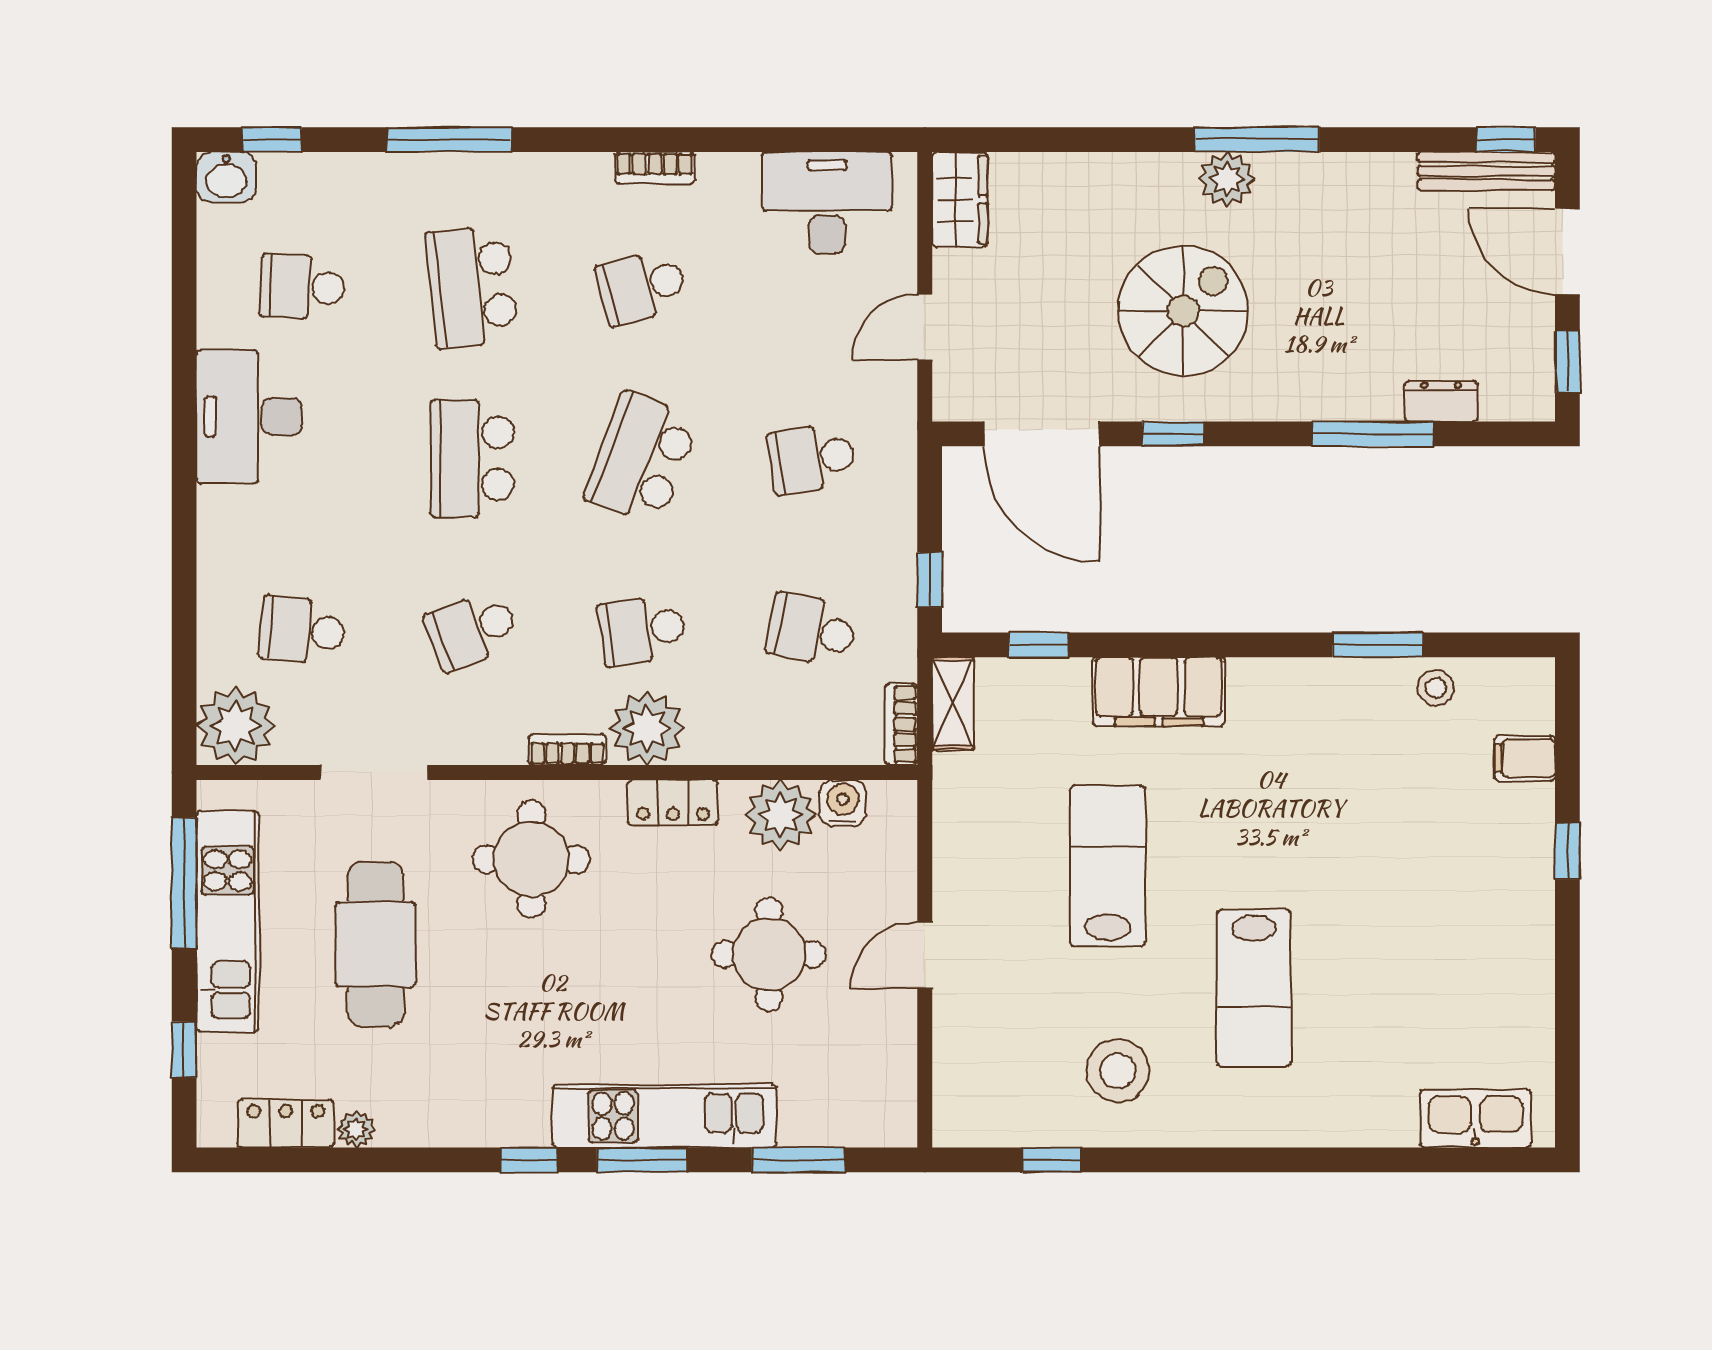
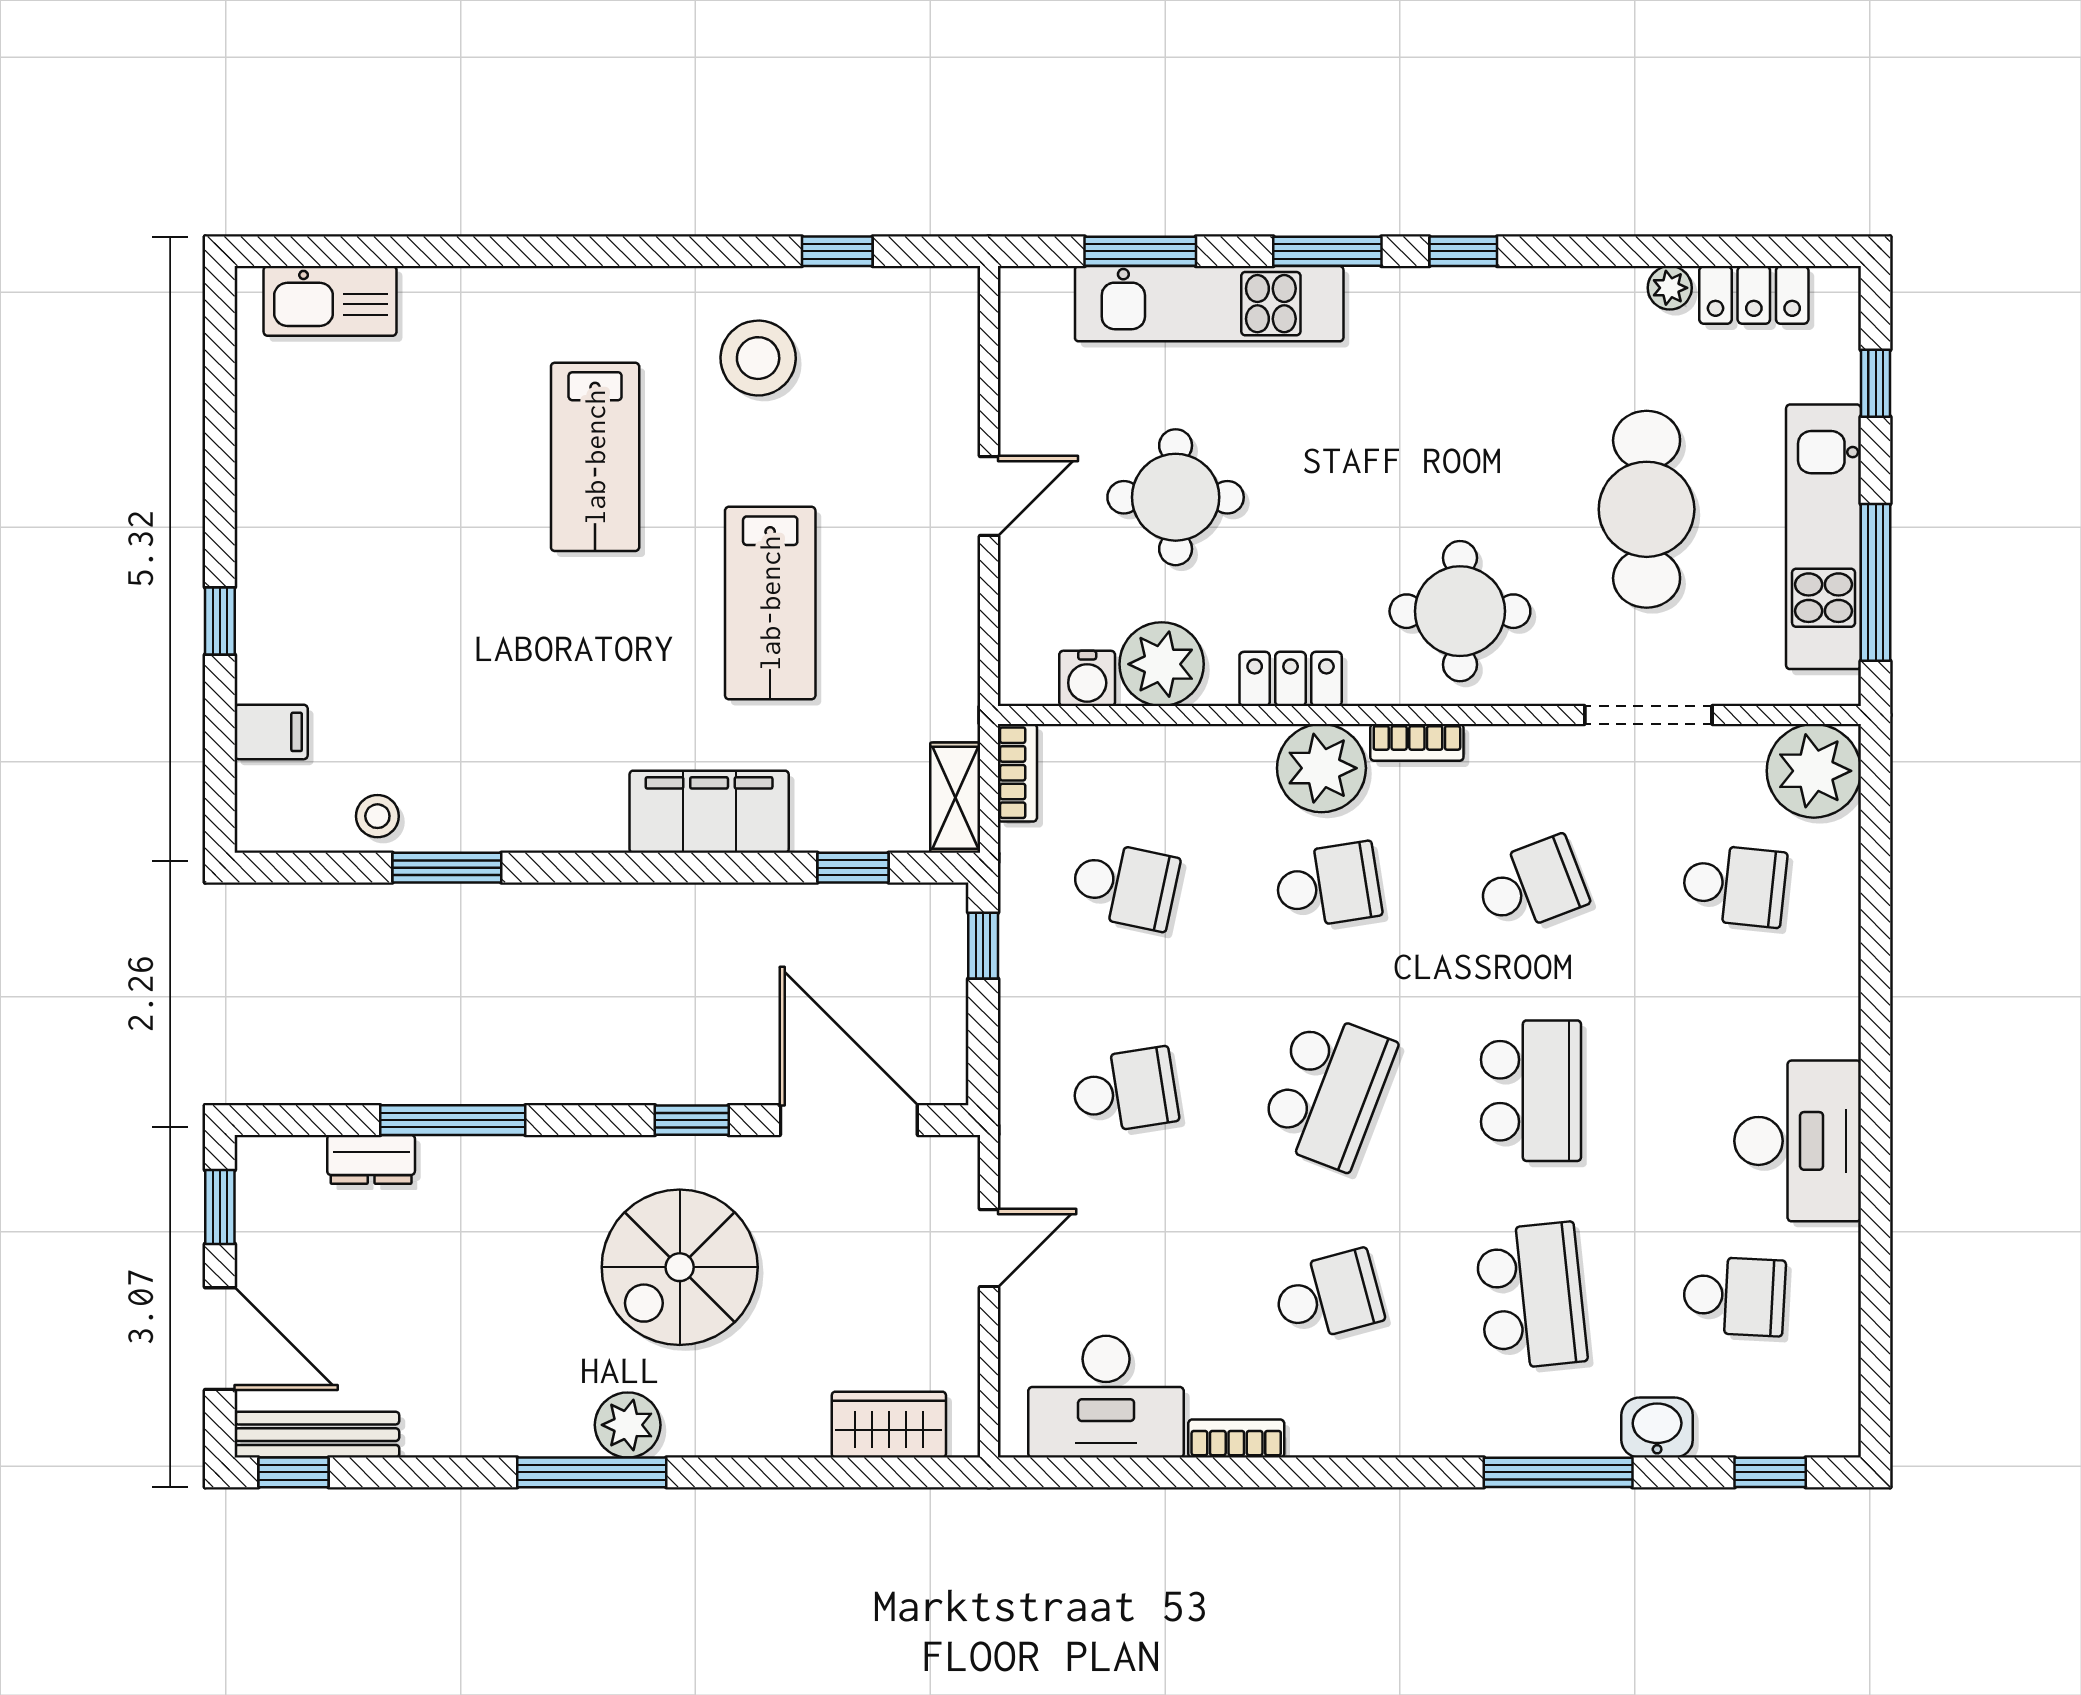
bookcase: (655, 168) -> (1236, 1439), moved
washbasin: (226, 177) -> (1657, 1428), moved
wardrobe: (960, 200) -> (889, 1425), moved, turned 90
lab bench: (1254, 988) -> (595, 457), turned 180
kitchen unit: (664, 1116) -> (1209, 304), moved

